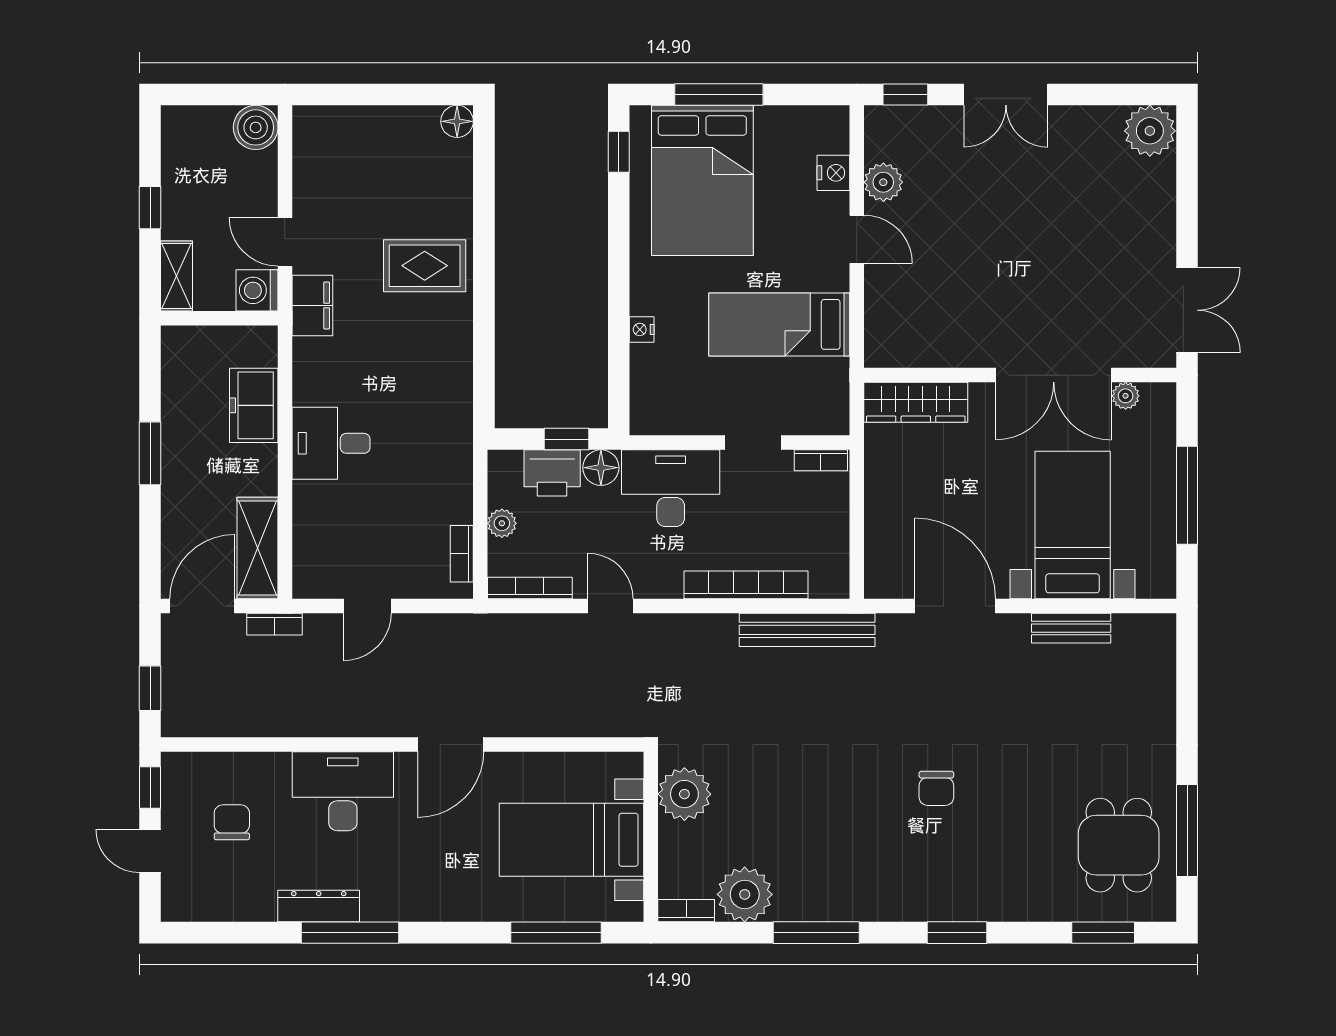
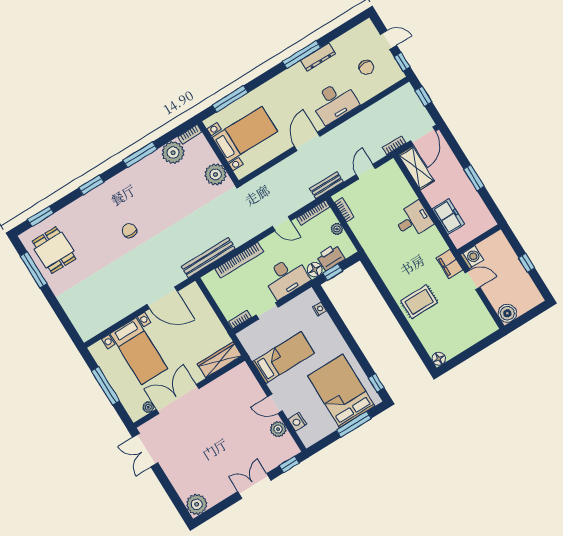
shelving: (177, 276) -> (503, 245), removed
nightstand: (642, 329) -> (319, 309), moved
bench: (1071, 628) -> (326, 185), moved

